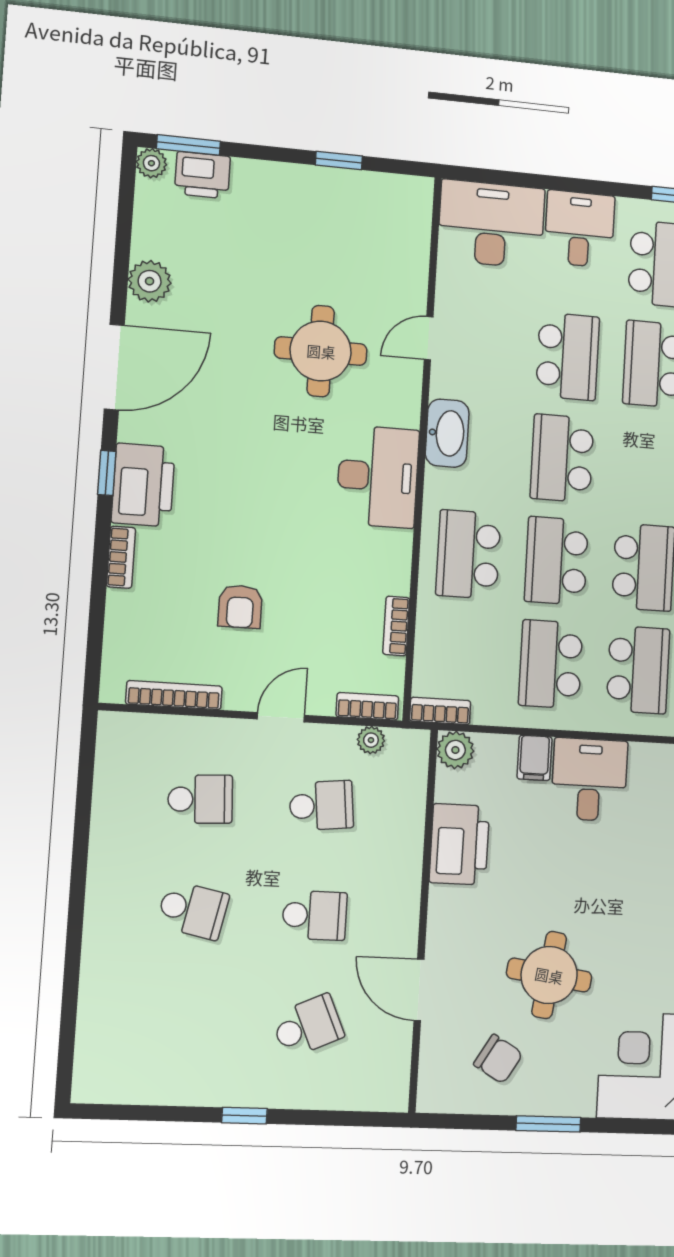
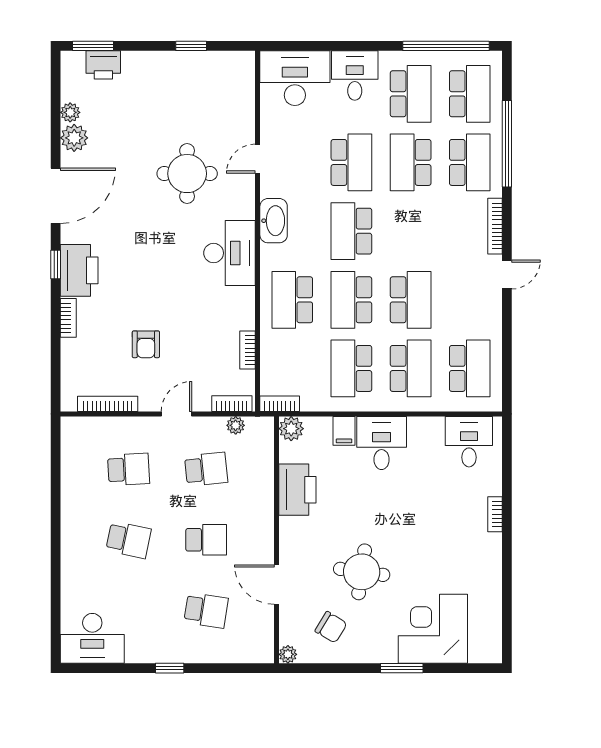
plant: (151, 163) -> (70, 112), moved
school desk: (308, 1026) -> (206, 610), turned 33
desk: (124, 1065) -> (92, 638), added
plant: (430, 1099) -> (288, 654), added
window: (548, 1124) -> (402, 668), moved

